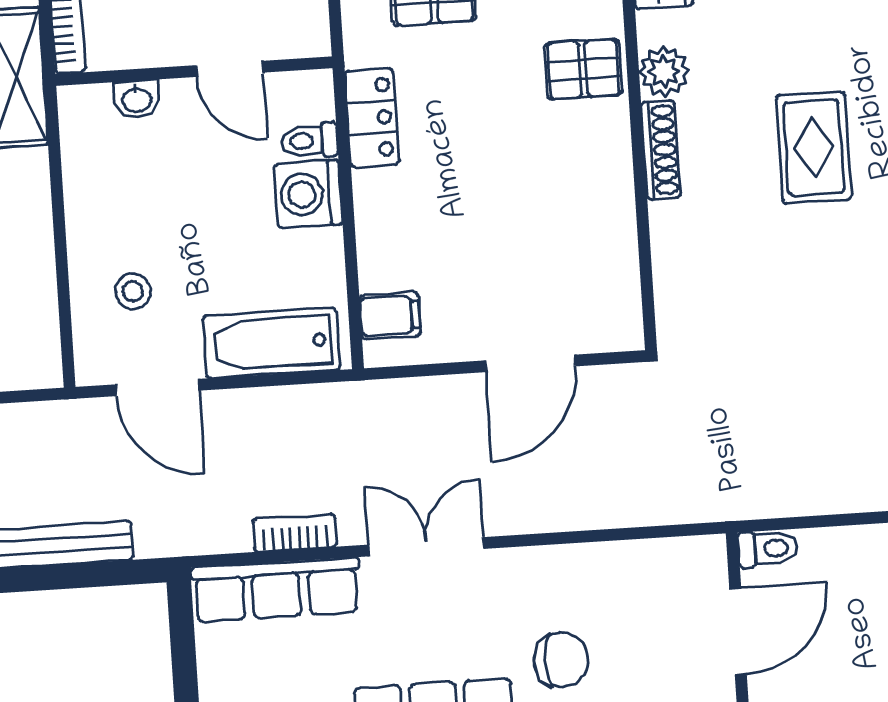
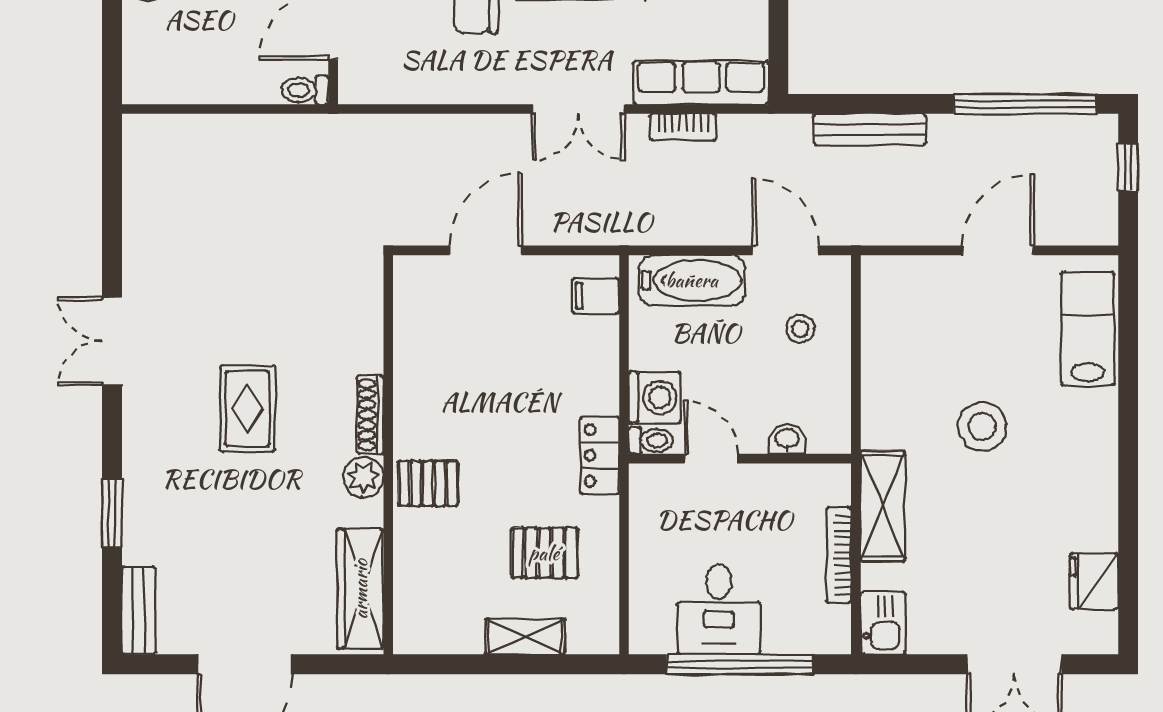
door: (230, 69) -> (711, 459), moved
wall: (194, 71) -> (740, 459), moved
washbasin: (137, 99) -> (787, 439), moved

